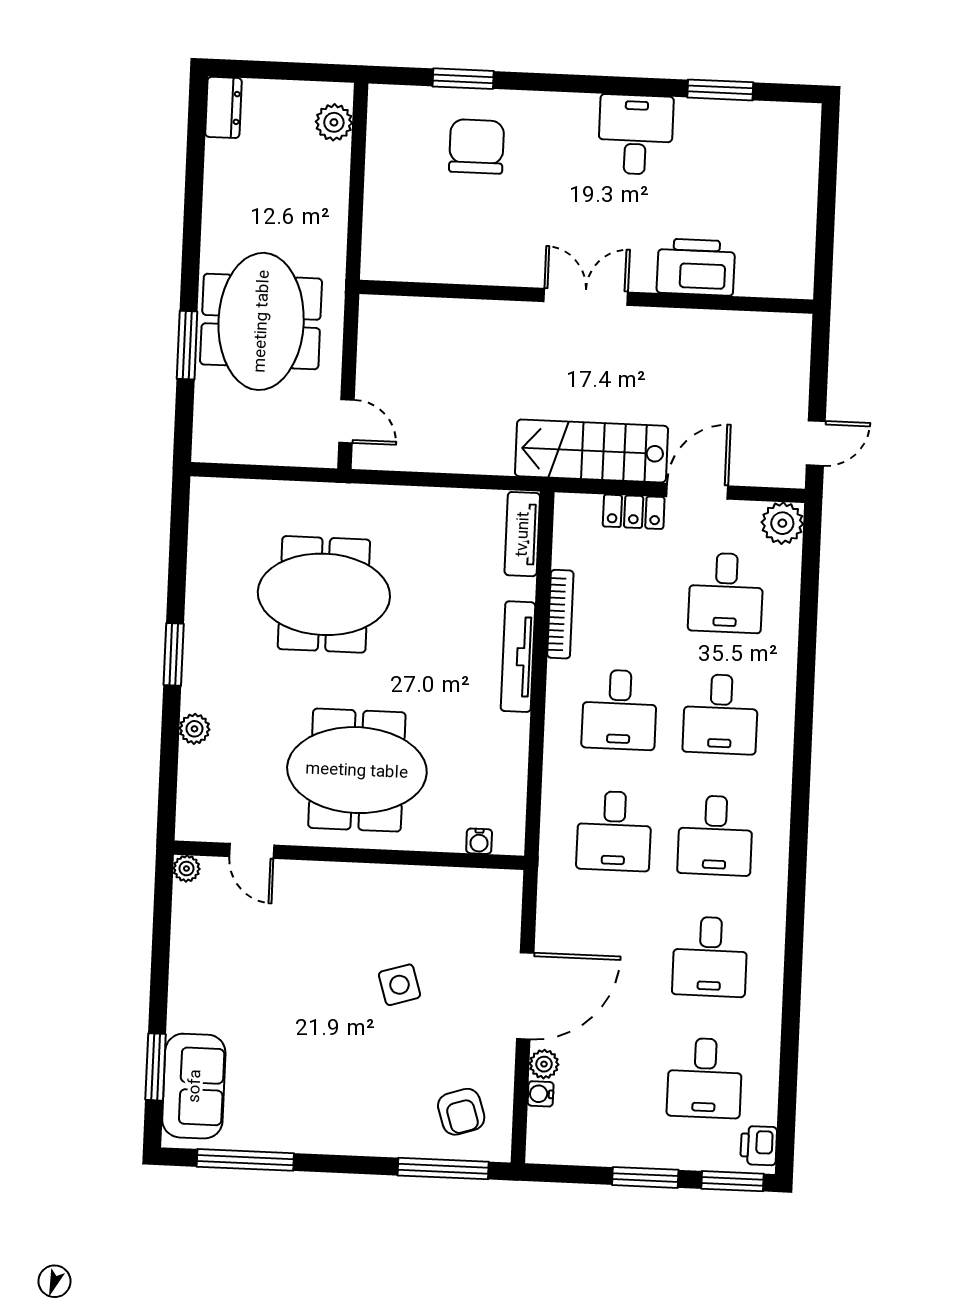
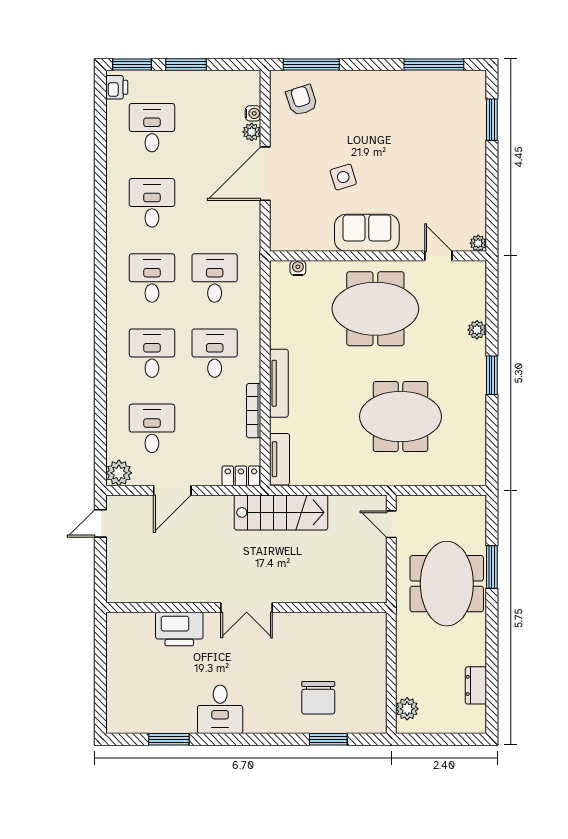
dresser: (223, 107) -> (476, 685), moved
stairs: (591, 451) -> (281, 512), moved
locker: (634, 512) -> (241, 476), moved
sofa: (194, 1086) -> (367, 233), moved, turned 90

